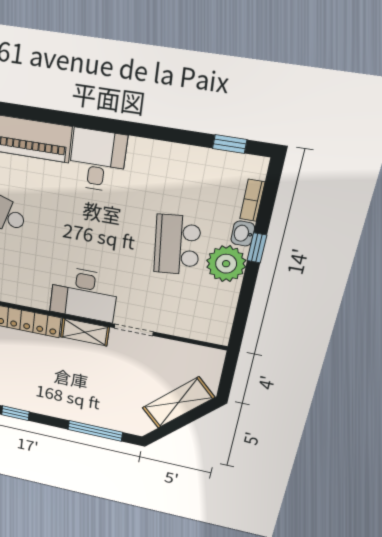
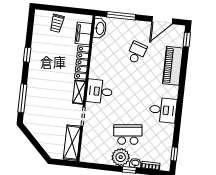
desk: (97, 160) -> (163, 110), moved
desk: (84, 294) -> (99, 91), width x0.73
shelving: (178, 403) -> (72, 143), moved, turned 45

